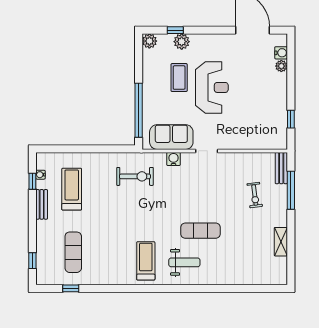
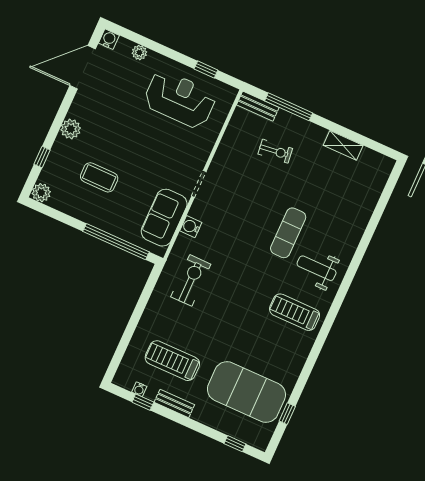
plant: (182, 42) -> (71, 129), moved
water cooler: (281, 53) -> (109, 39), moved
reception desk: (212, 87) -> (180, 99), moved
exercise mat: (73, 252) -> (246, 392), width x2.00, depth x1.45
weight bench: (184, 262) -> (317, 268), turned -90

